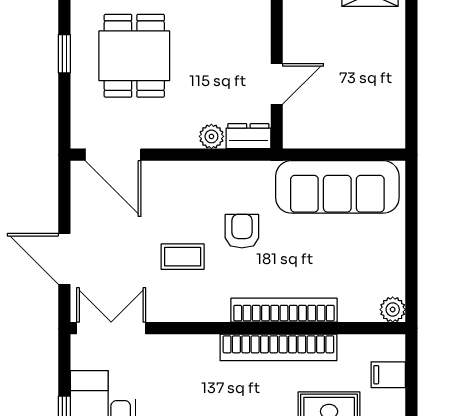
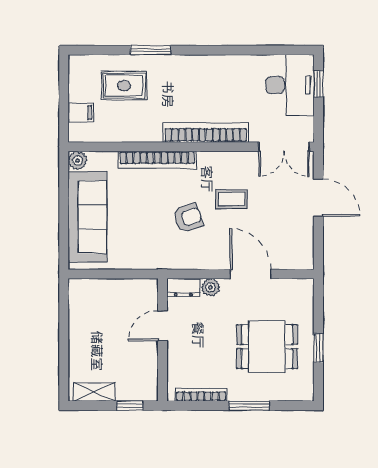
dining table: (134, 56) -> (267, 347), turned 90
door: (113, 155) -> (251, 274), moved
sofa: (337, 187) -> (87, 217), moved, turned 90
armchair: (242, 231) -> (188, 218), turned -109
bookcase: (278, 347) -> (206, 133), moved

